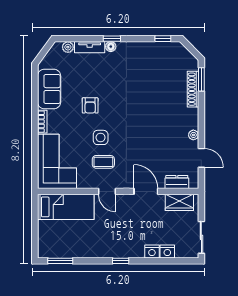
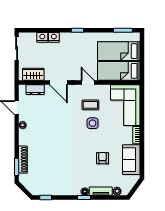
armchair: (90, 105) -> (102, 158), moved
bed: (66, 233) -> (119, 51), added

